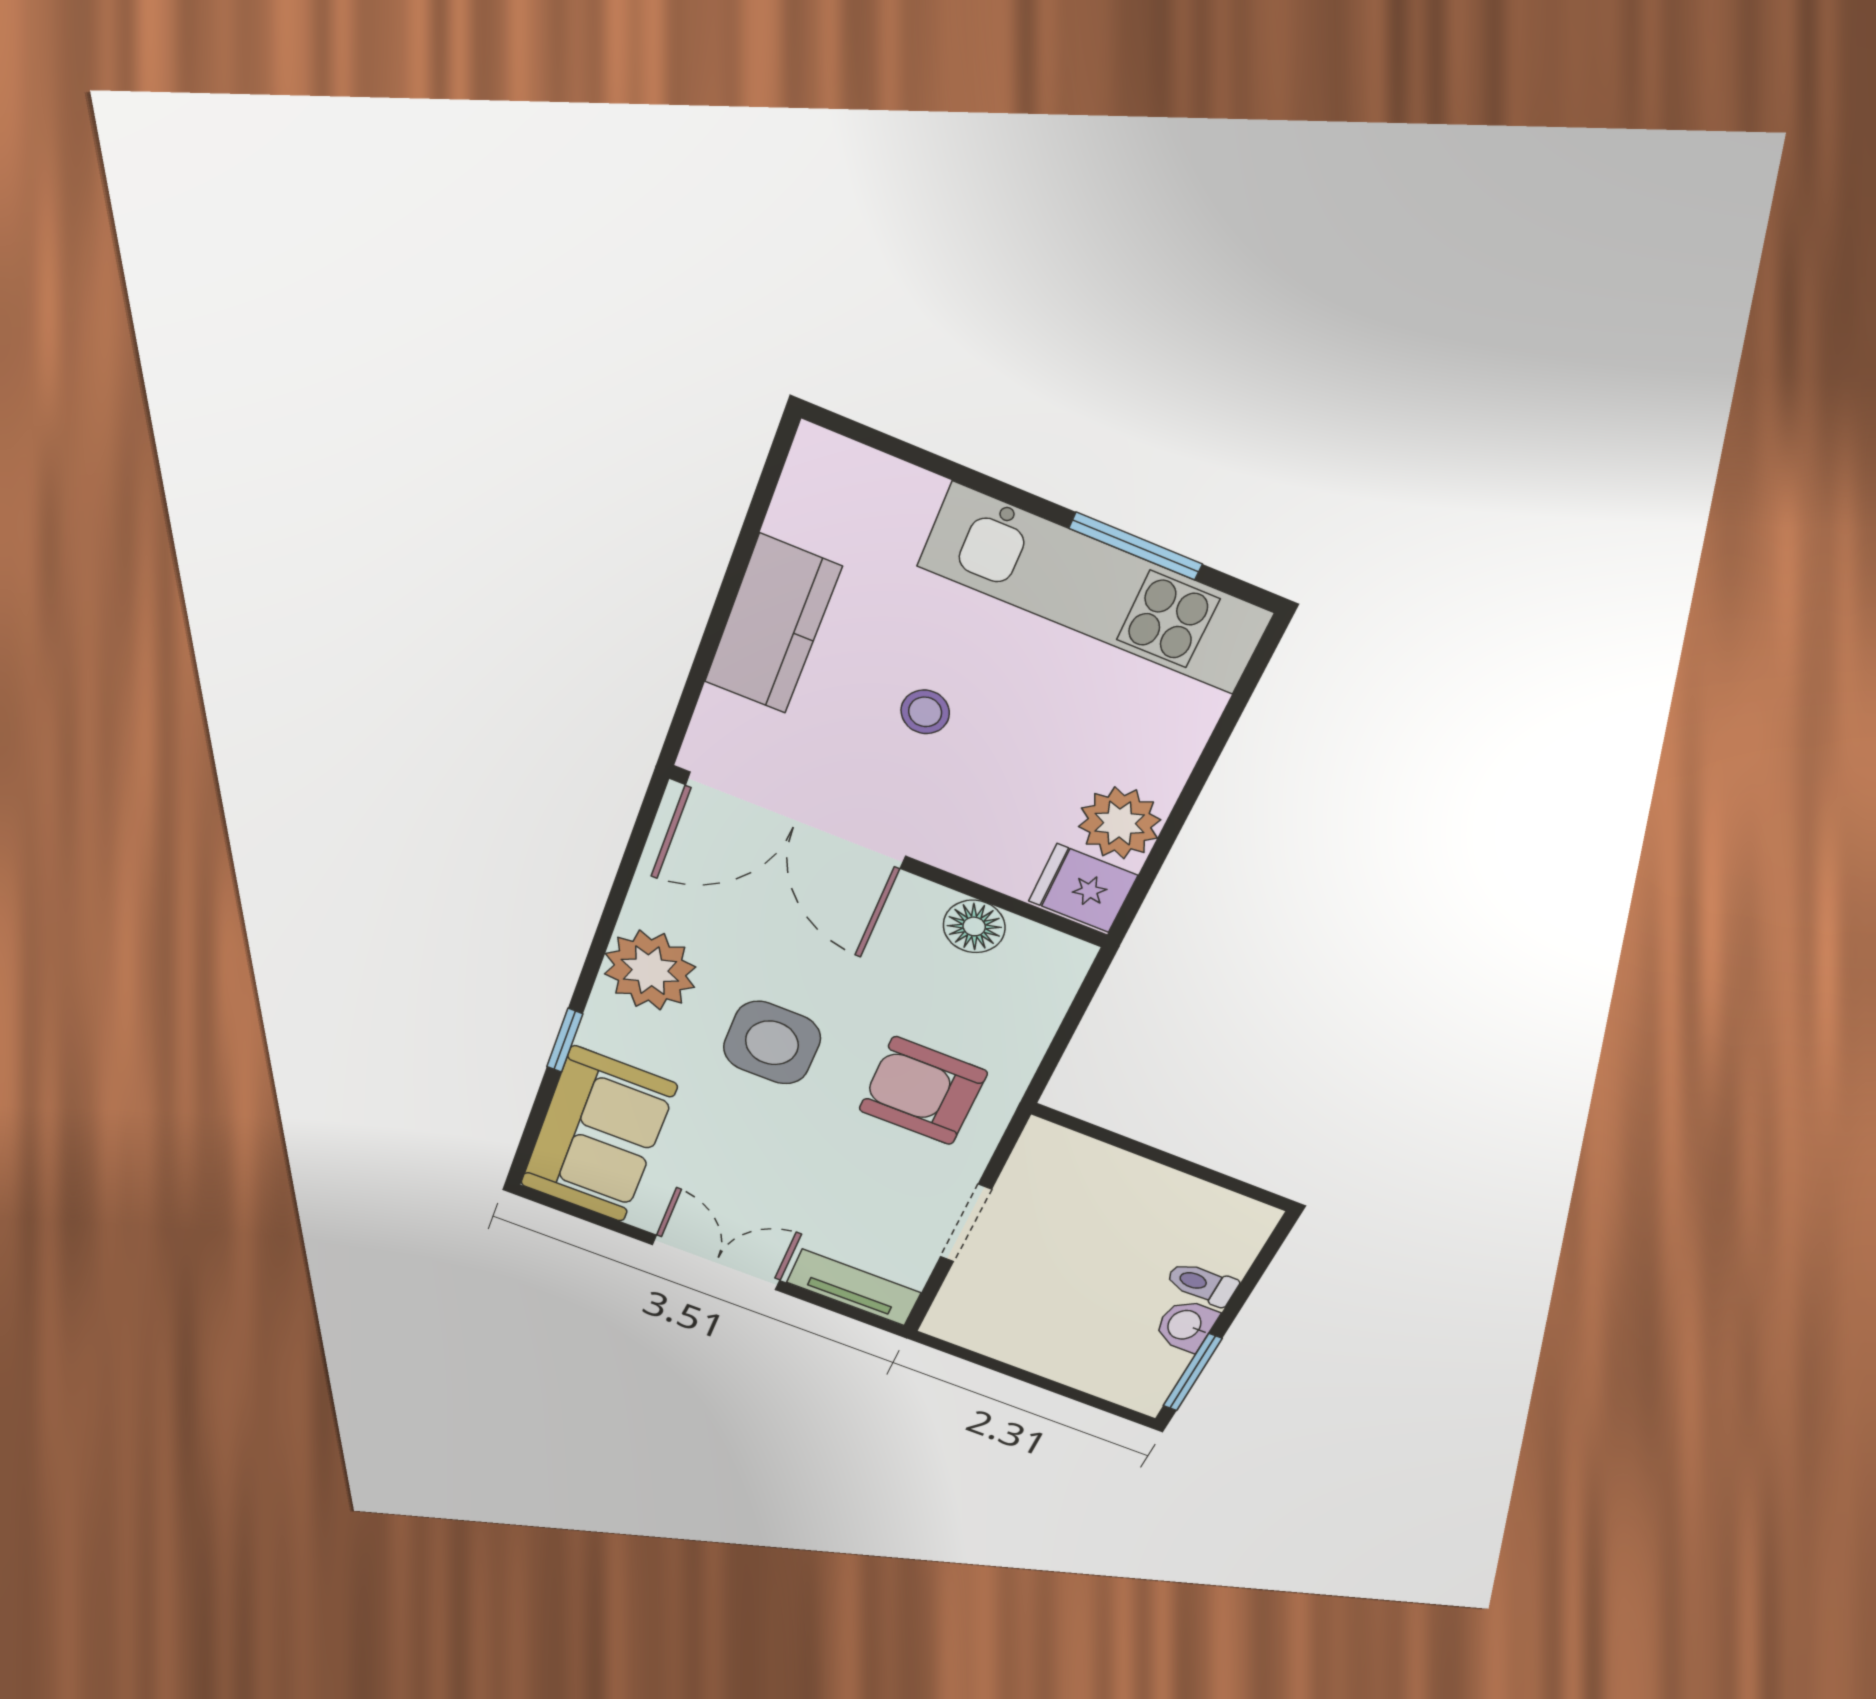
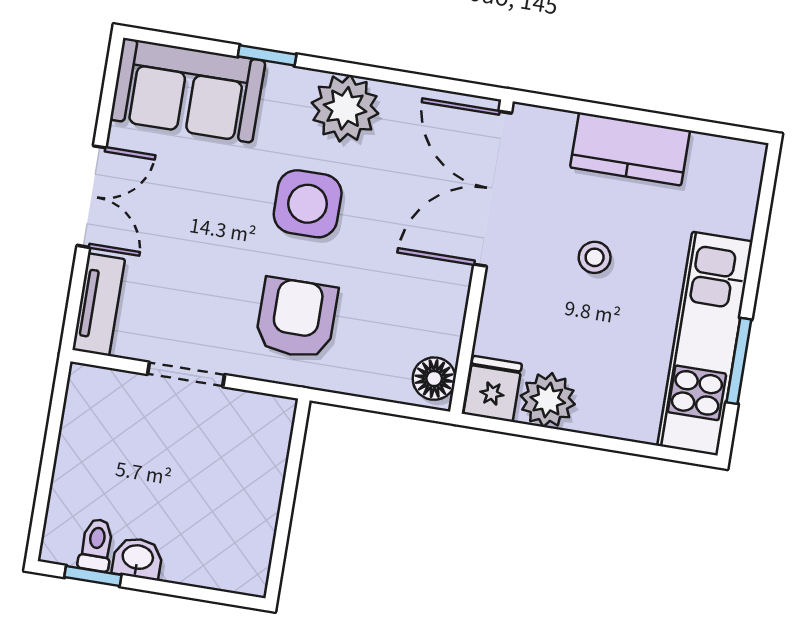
floor lamp: (974, 926) -> (434, 379), moved
toilet: (1202, 1284) -> (96, 545), moved
window: (1192, 1372) -> (93, 576), width x0.67

